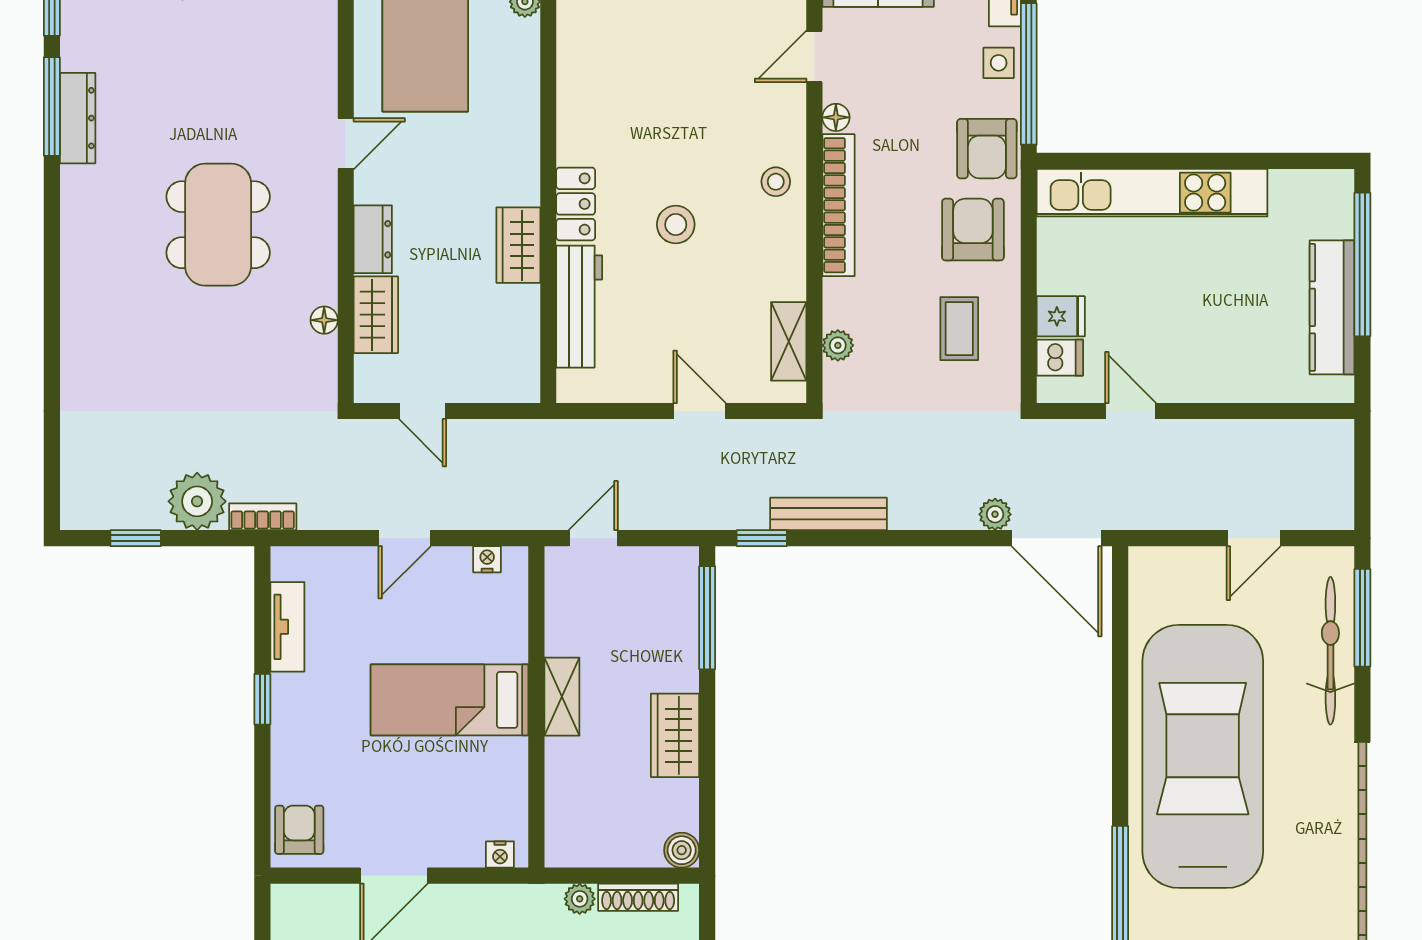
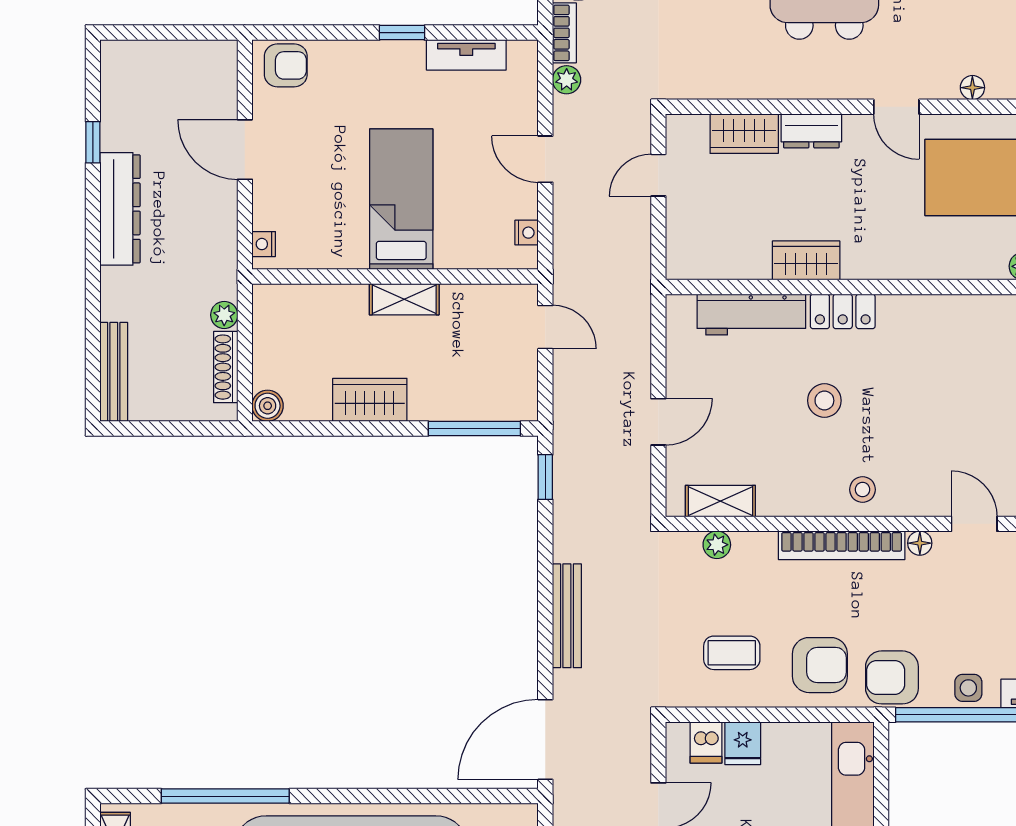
floor lamp: (324, 320) -> (972, 88), moved
bench: (829, 514) -> (567, 616), moved
plant: (995, 514) -> (567, 80), moved

